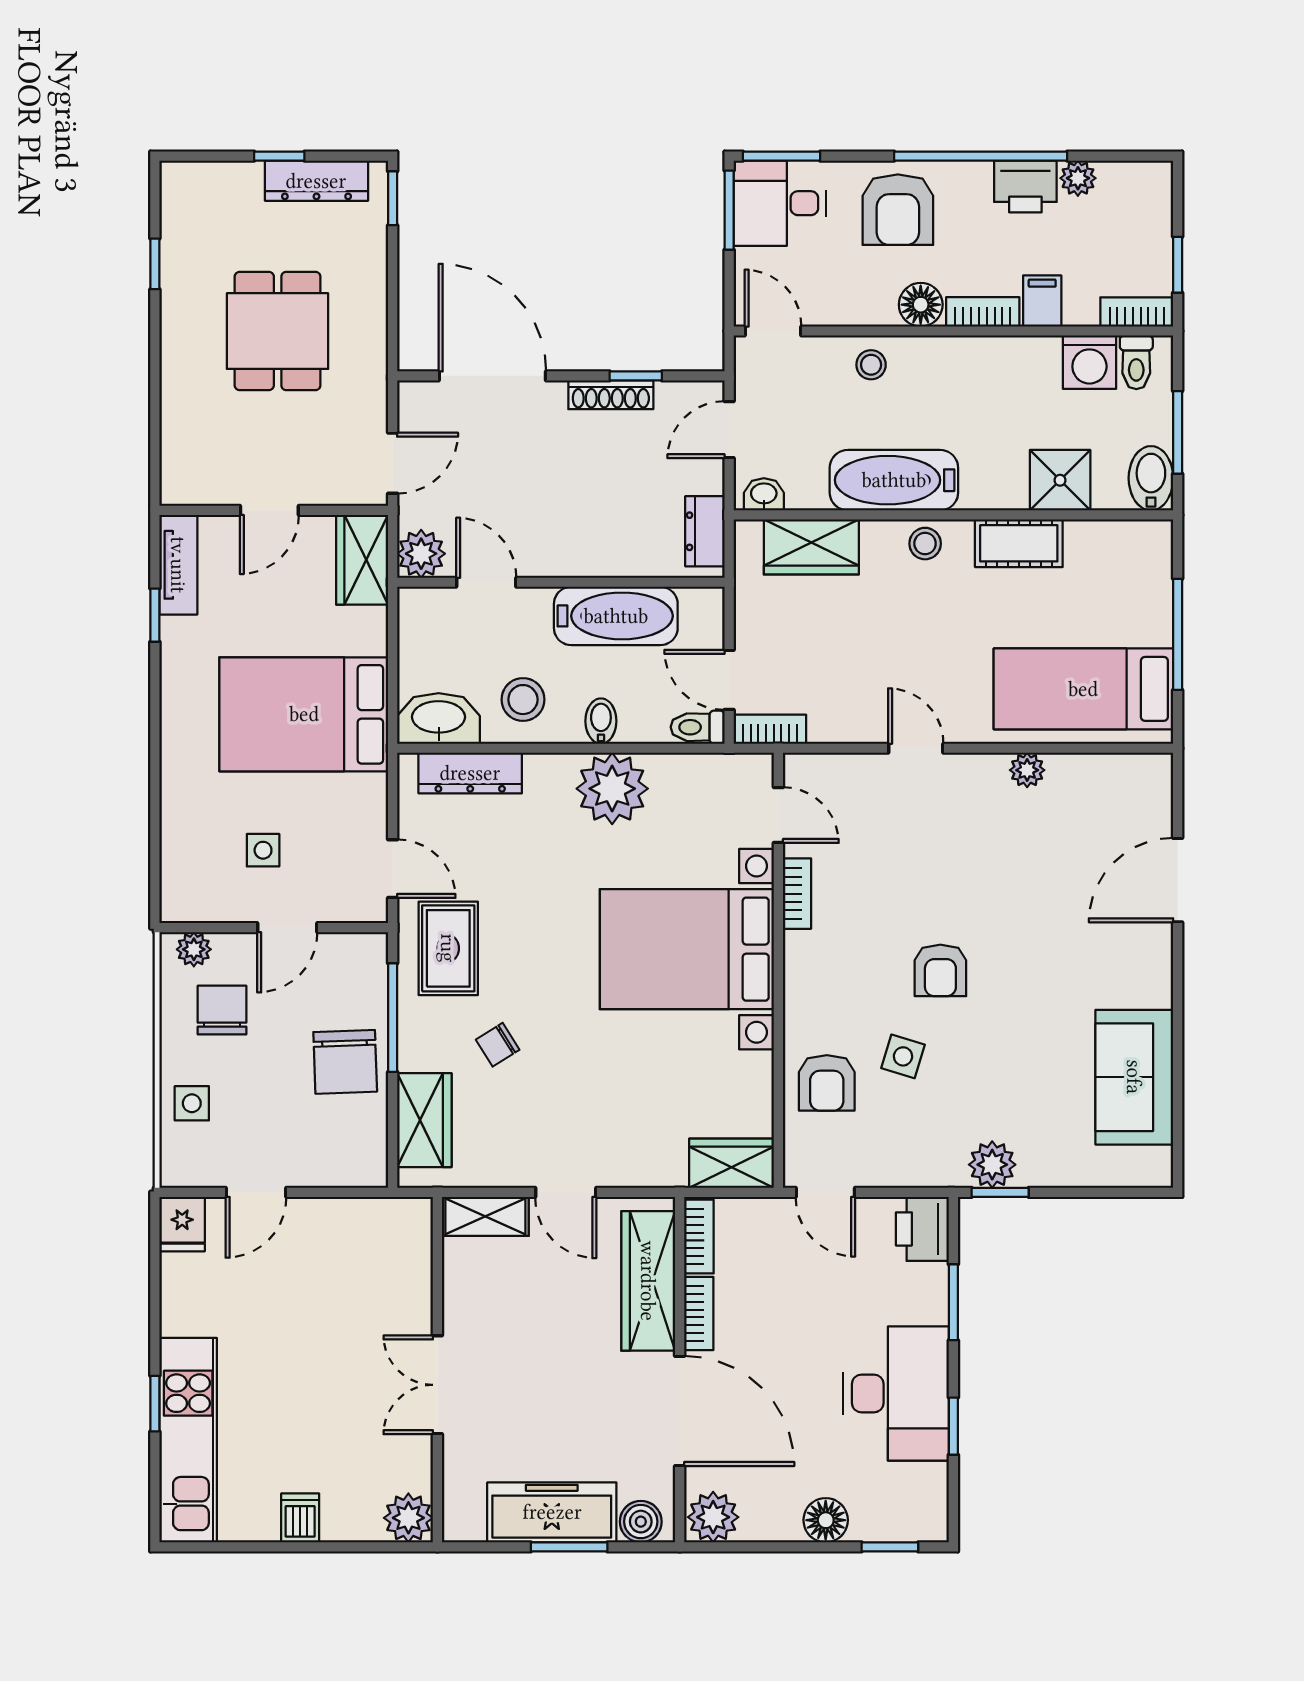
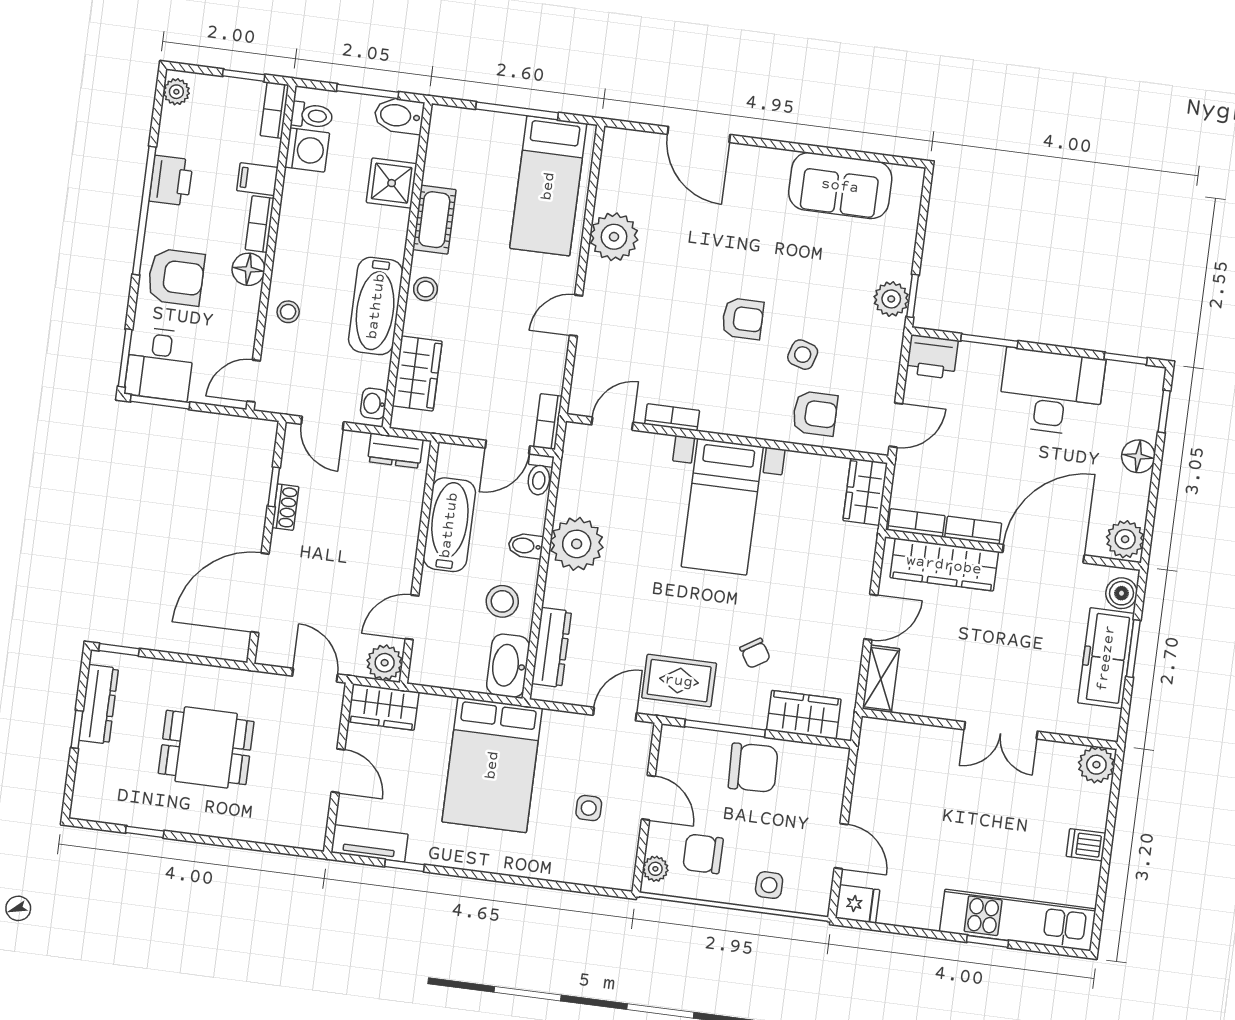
plant: (1078, 178) -> (176, 92), moved
shoe rack: (611, 395) -> (285, 507), width x0.70
plant: (1027, 770) -> (614, 237), width x1.87, depth x1.87
bed with nightstands: (687, 949) -> (722, 507), width x0.73
window: (953, 1426) -> (1126, 359), moved

